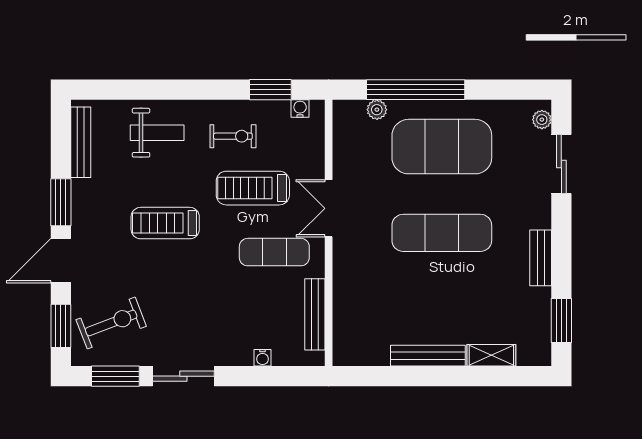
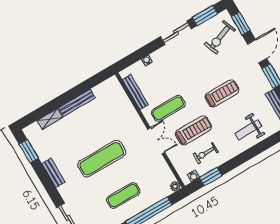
plant: (377, 110) -> (175, 186), moved
exercise bike: (233, 136) -> (206, 153), moved
exercise mat: (442, 147) -> (123, 195), width x0.50, depth x0.69

